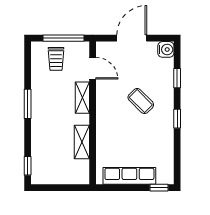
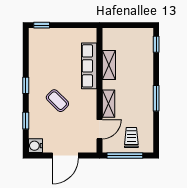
door: (93, 68) -> (99, 129), swing flipped
row of seats: (129, 176) -> (89, 66), moved, turned 90

